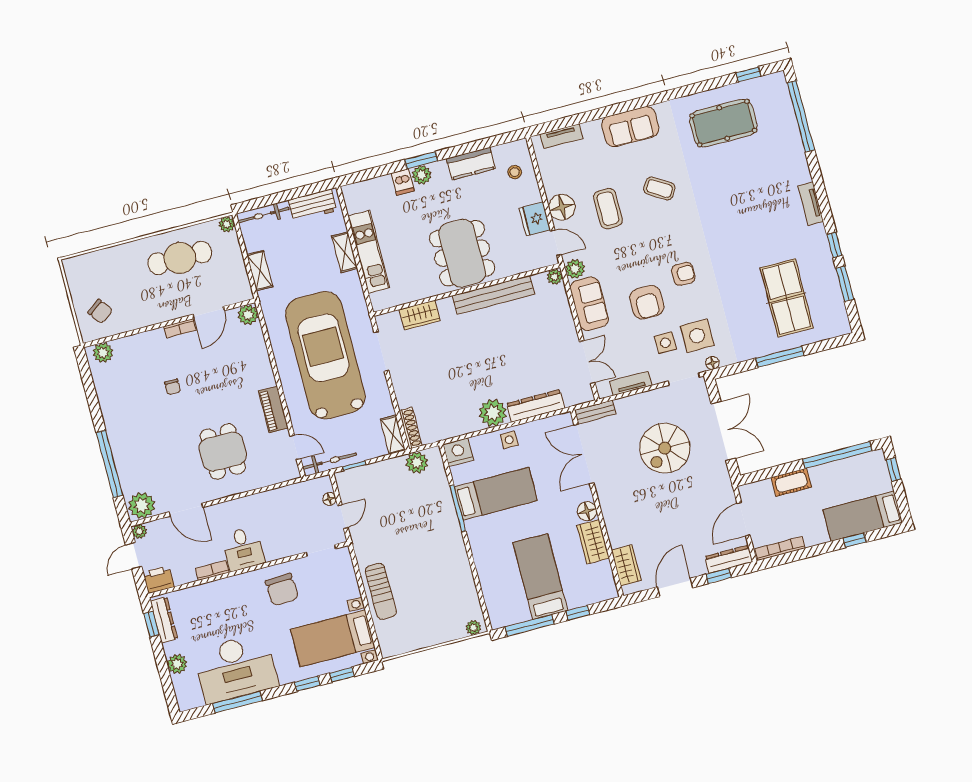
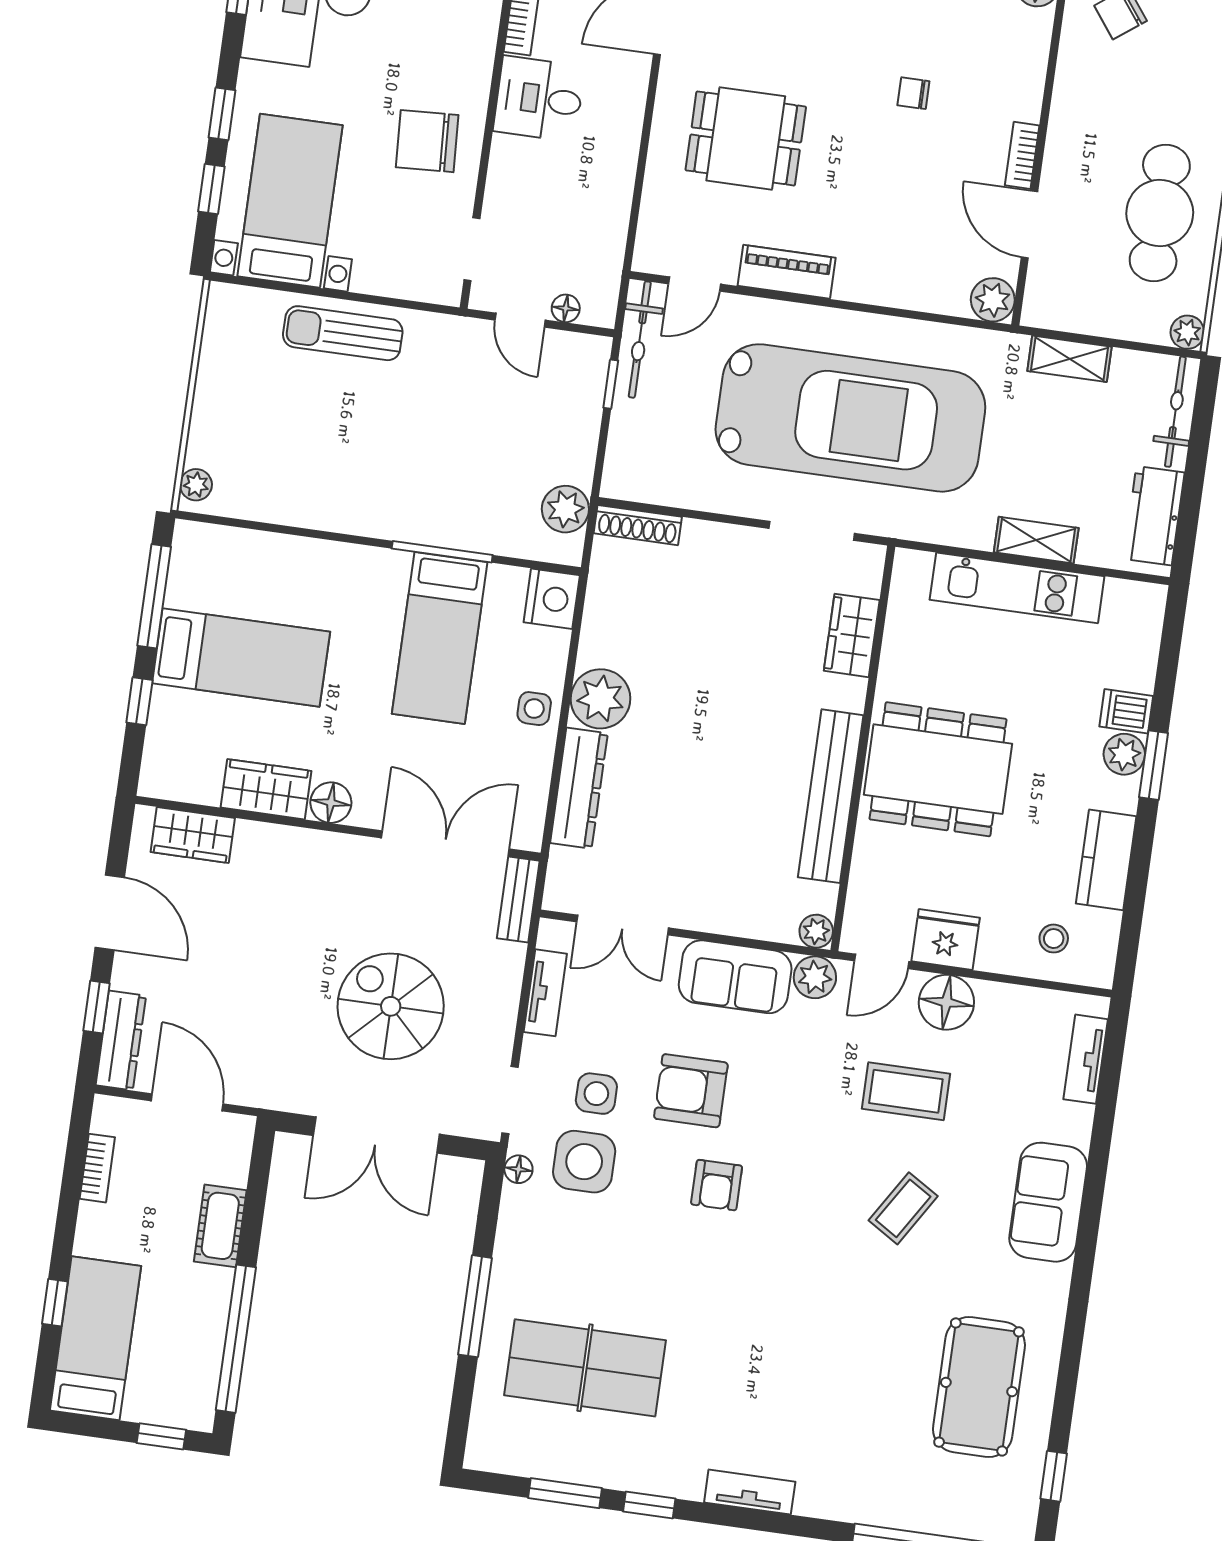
shelving: (393, 435) -> (640, 485), removed
bookcase: (780, 548) -> (97, 1168), width x0.64

